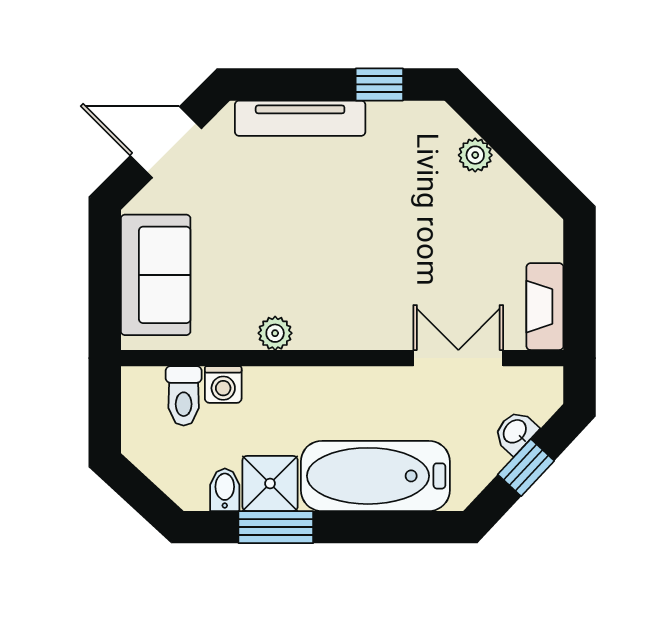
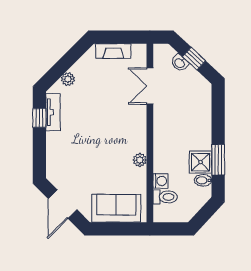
tv unit: (300, 118) -> (53, 112), moved, width x0.71
fireplace: (545, 307) -> (113, 51), moved
bathtub: (375, 476) -> (197, 120), removed

